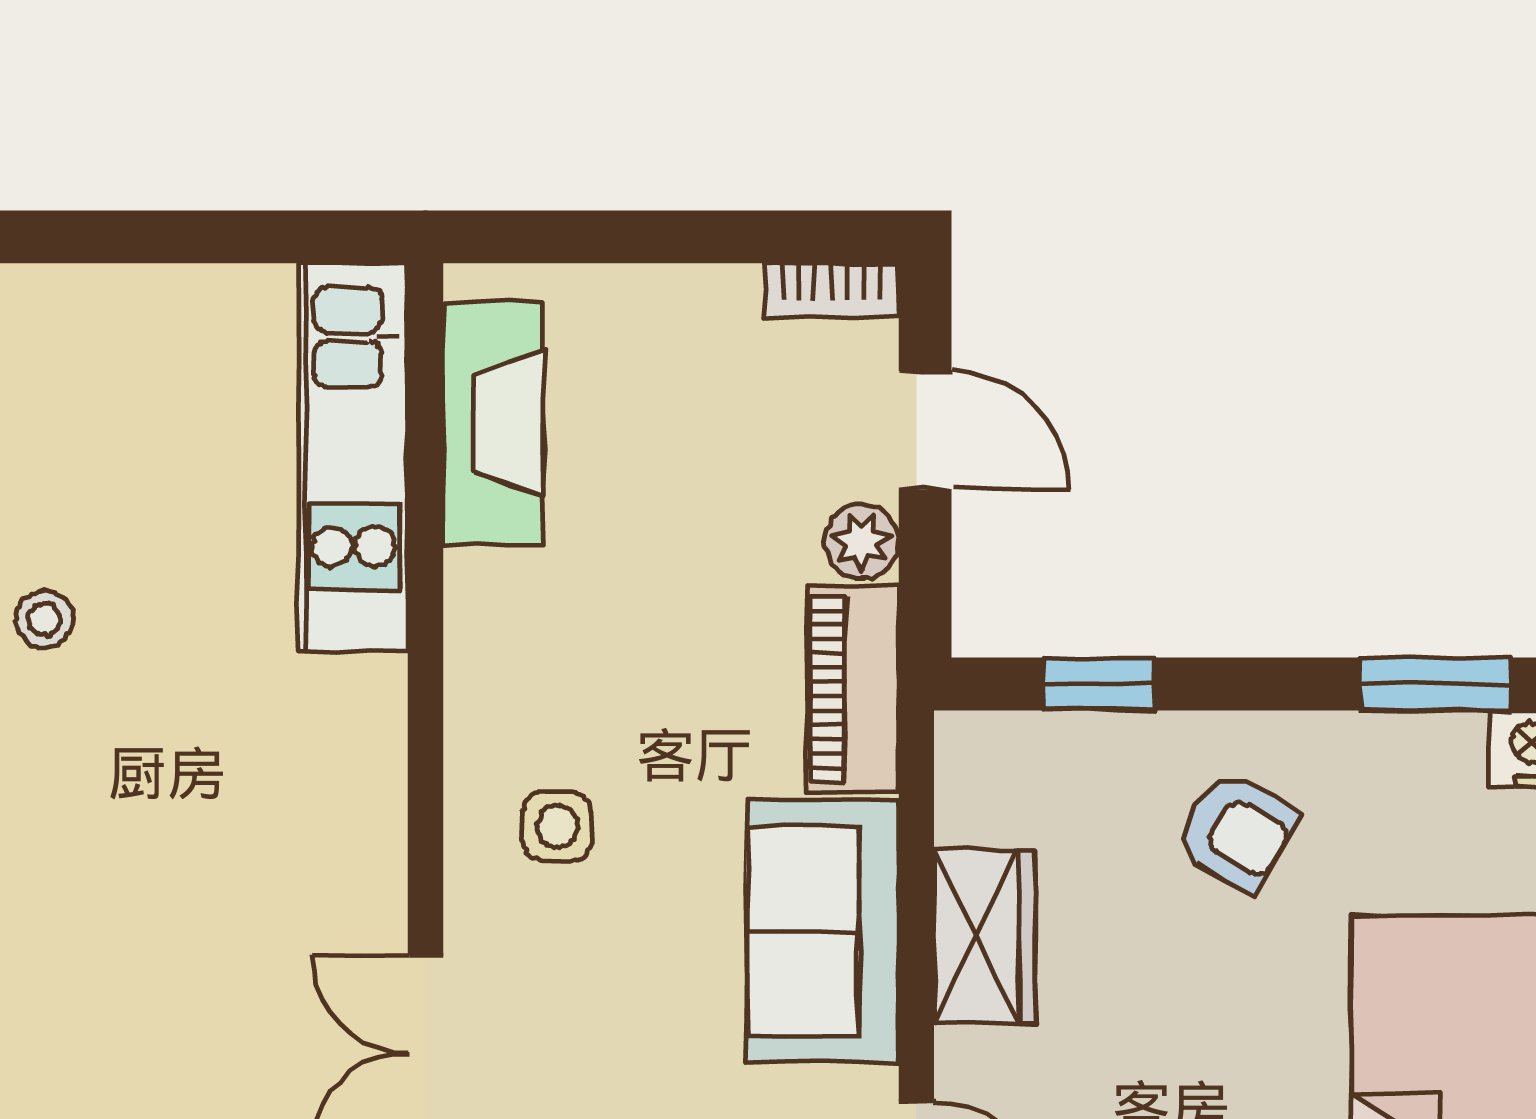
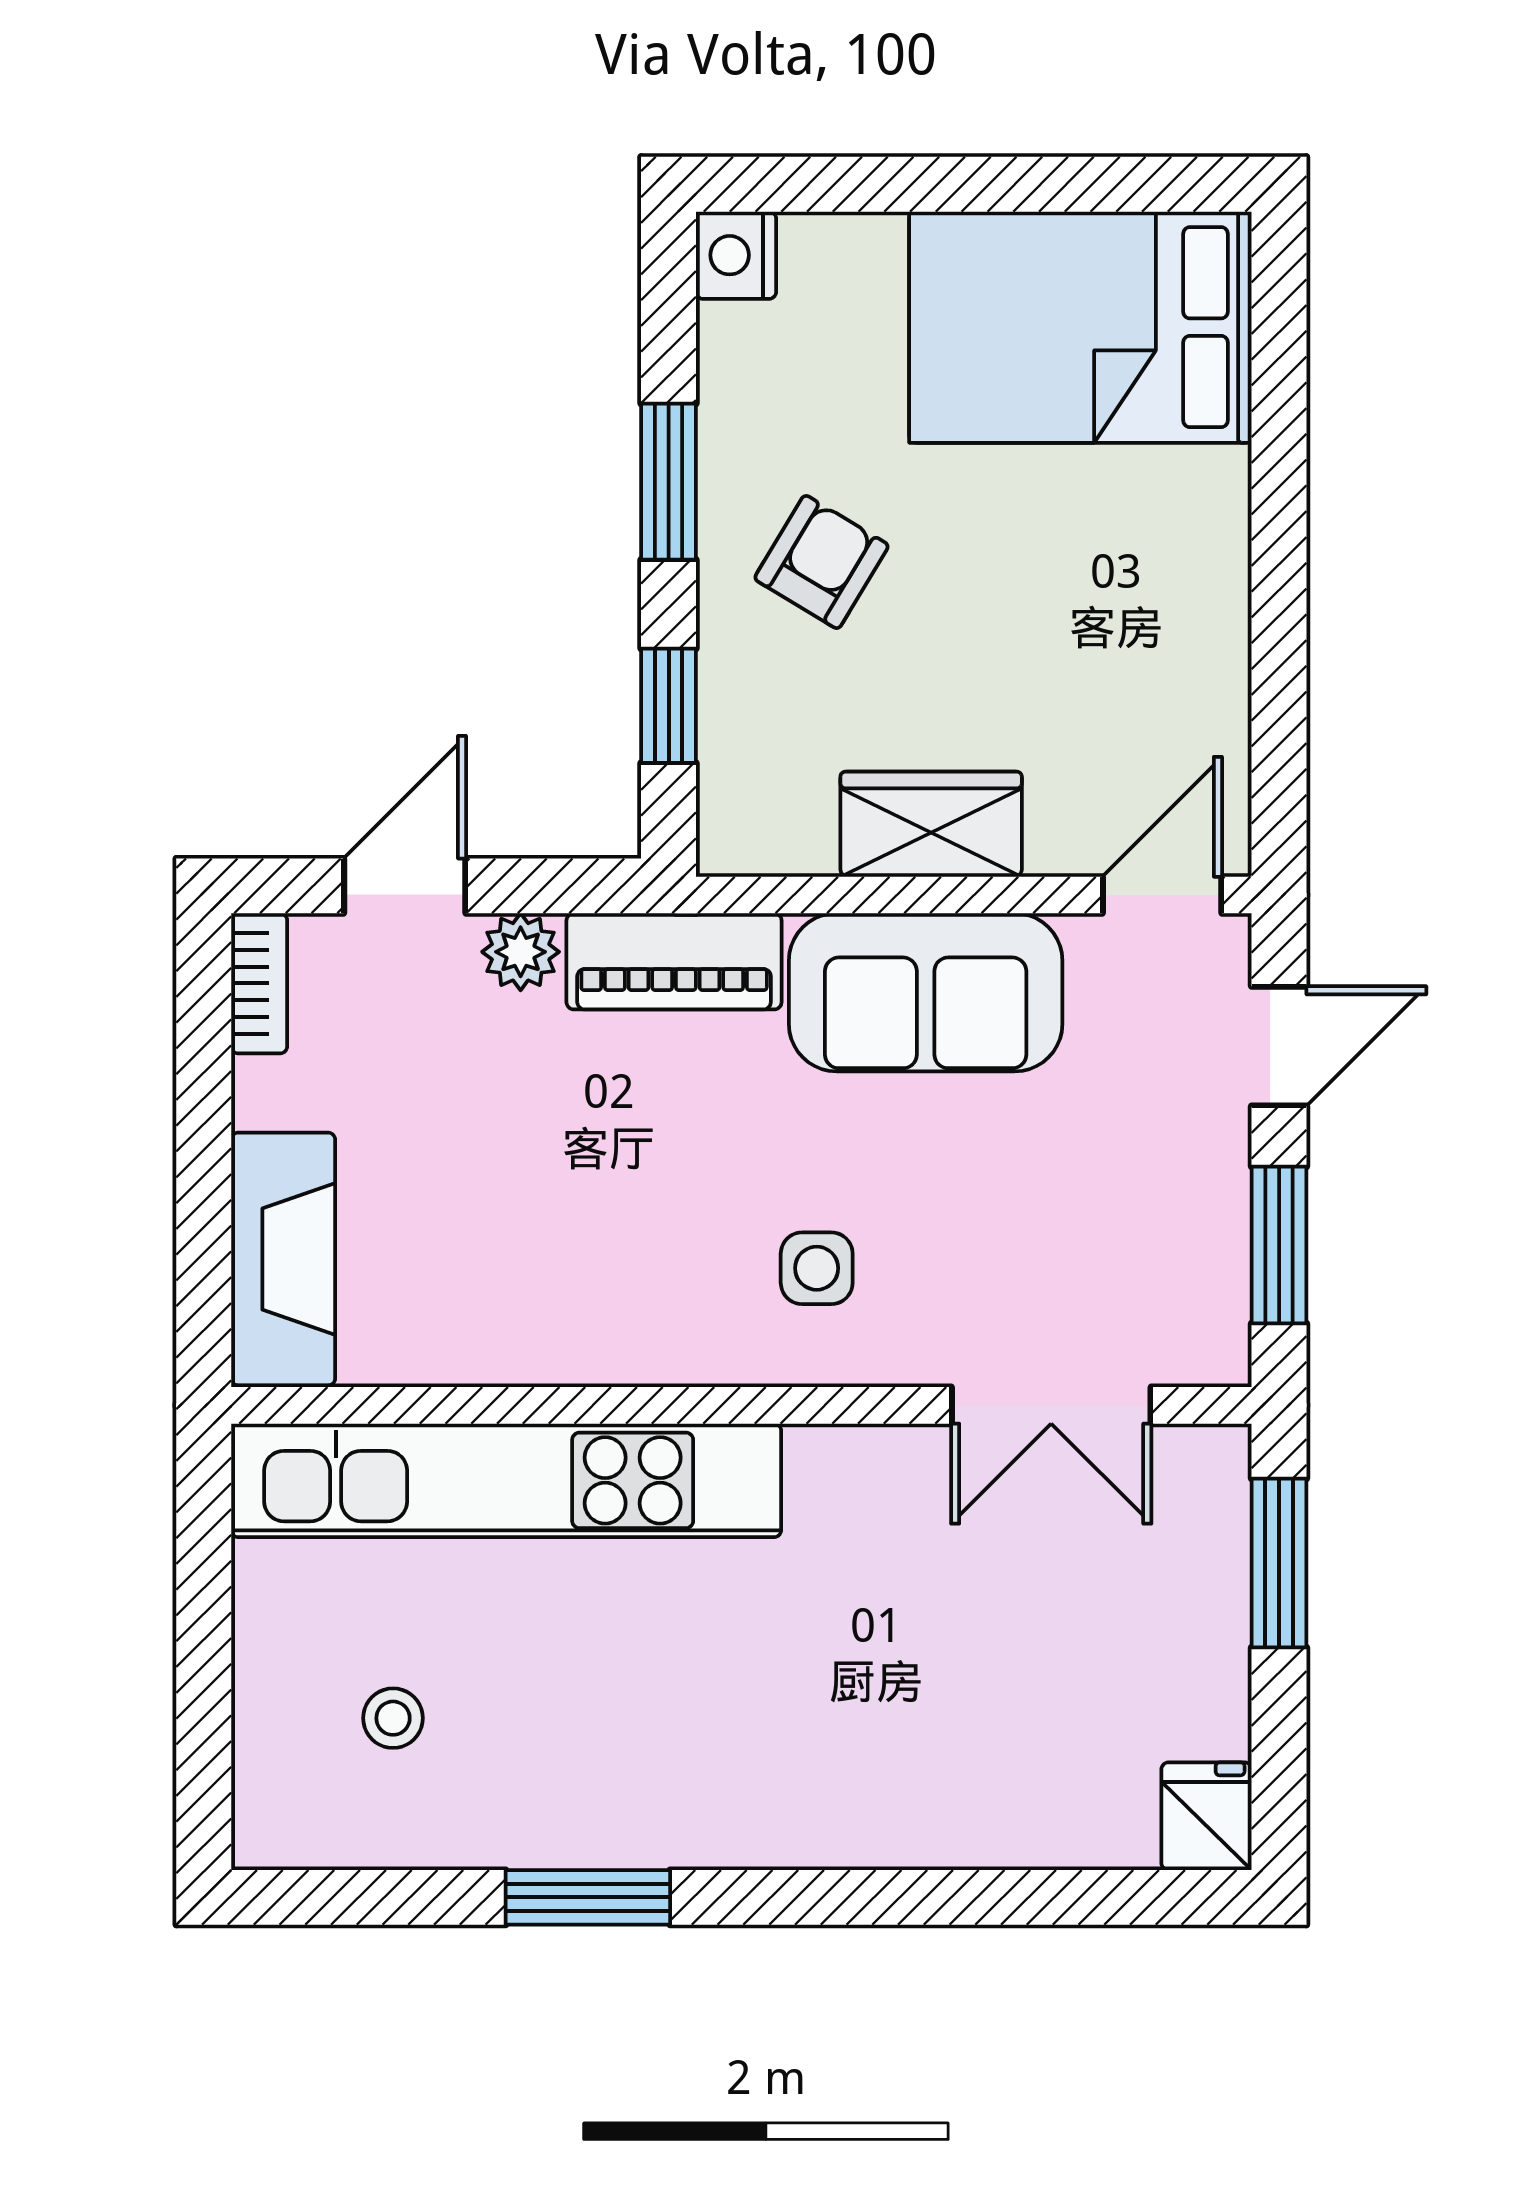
fireplace: (493, 424) -> (283, 1259), moved, turned 90
kitchen unit: (353, 457) -> (506, 1480), width x1.36
stool: (45, 619) -> (393, 1718), moved
window: (1435, 684) -> (669, 482), moved

